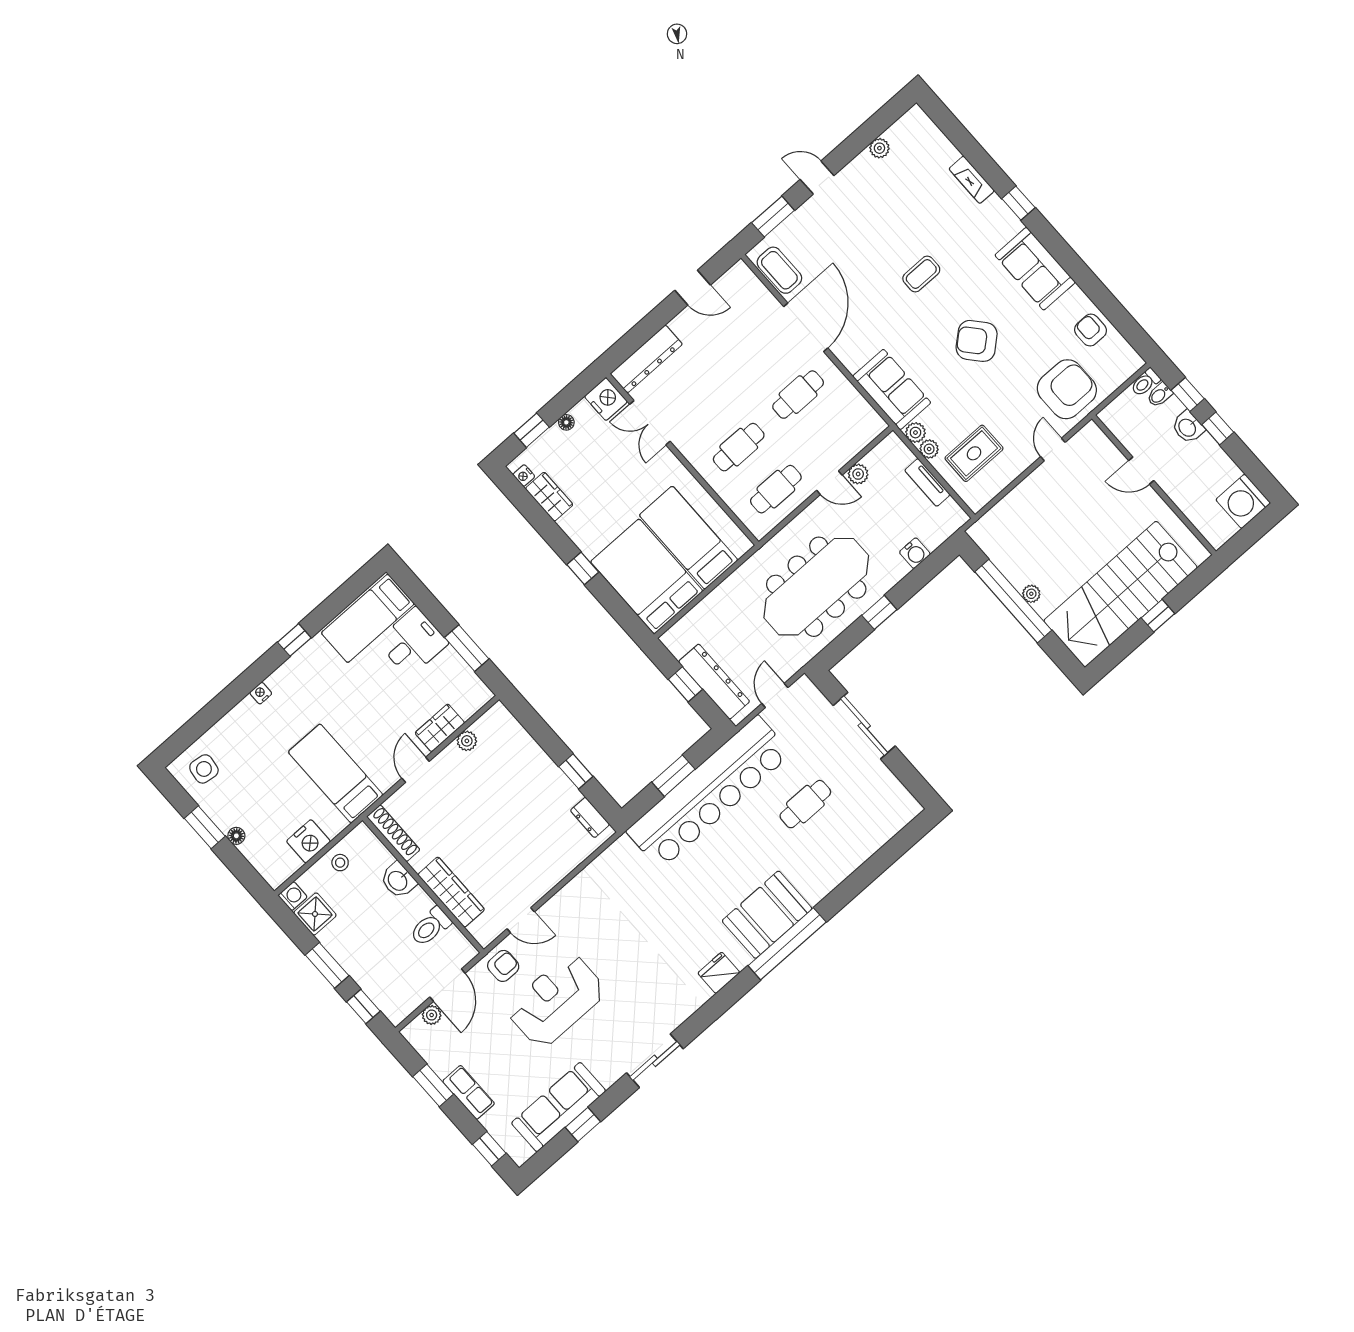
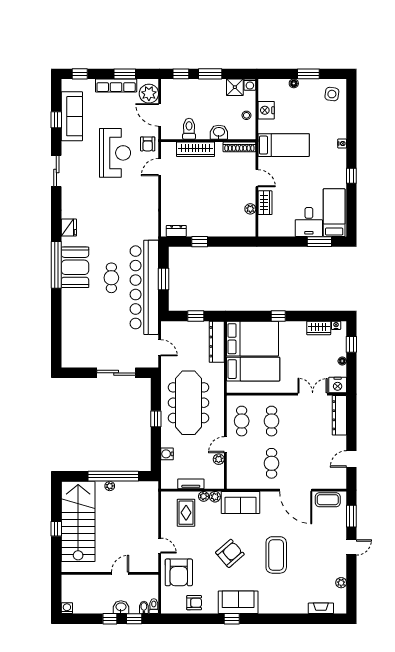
fireplace: (972, 180) -> (321, 608), moved
window: (1018, 203) -> (232, 619), moved
coffee table: (921, 274) -> (276, 555), width x1.86, depth x1.72
washing machine: (1243, 501) -> (67, 608), width x0.53, depth x0.53
window: (467, 648) -> (319, 242), moved
dresser: (714, 682) -> (217, 342), moved, turned 90
cafe table: (805, 804) -> (111, 278), moved
plant: (432, 1015) -> (149, 94), width x1.88, depth x1.88
row of seats: (469, 1092) -> (116, 86), width x1.48

